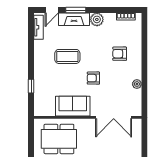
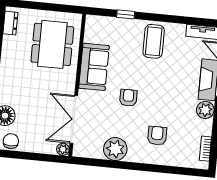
coffee table: (67, 56) -> (154, 41), moved
plant: (137, 84) -> (115, 149), width x1.87, depth x1.87
plant: (137, 123) -> (63, 149), added

